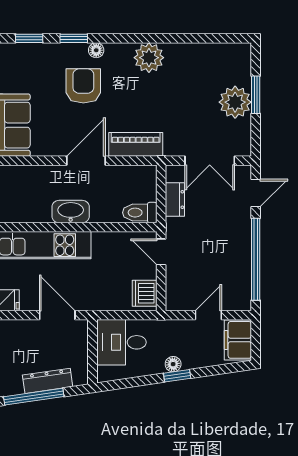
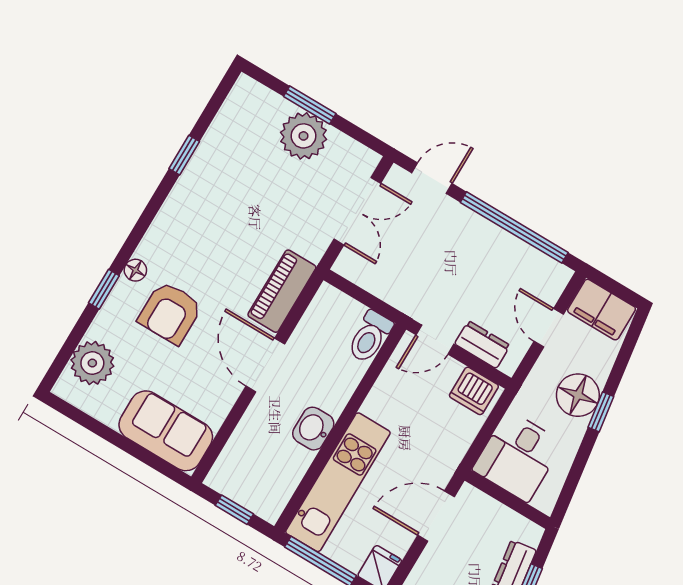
window: (29, 38) -> (184, 155), moved
plant: (149, 58) -> (92, 363), moved
armchair: (83, 86) -> (170, 313), turned -90
door: (256, 193) -> (432, 178), hinge flipped
dresser: (175, 199) -> (482, 345), moved
washbasin: (71, 212) -> (313, 429), width x0.72
floor lamp: (173, 364) -> (578, 395), width x1.89, depth x1.89

